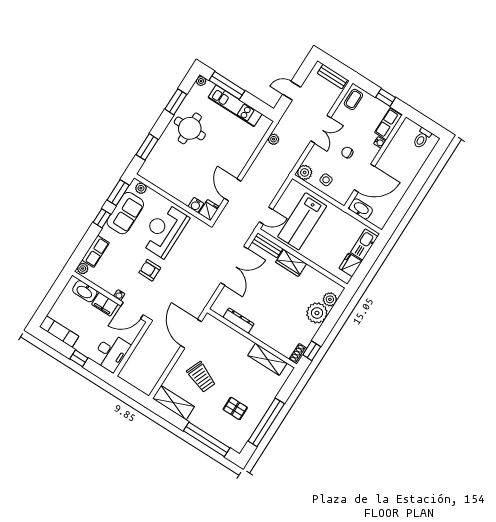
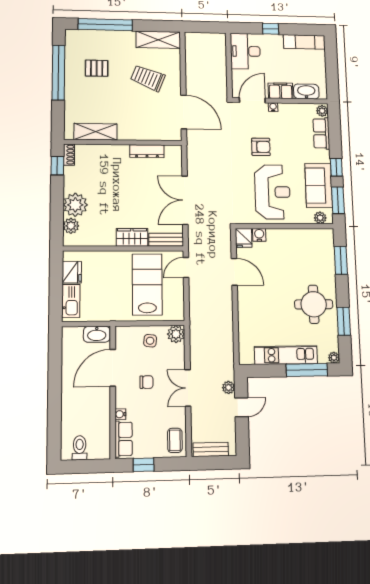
plant: (274, 139) -> (228, 387), moved

